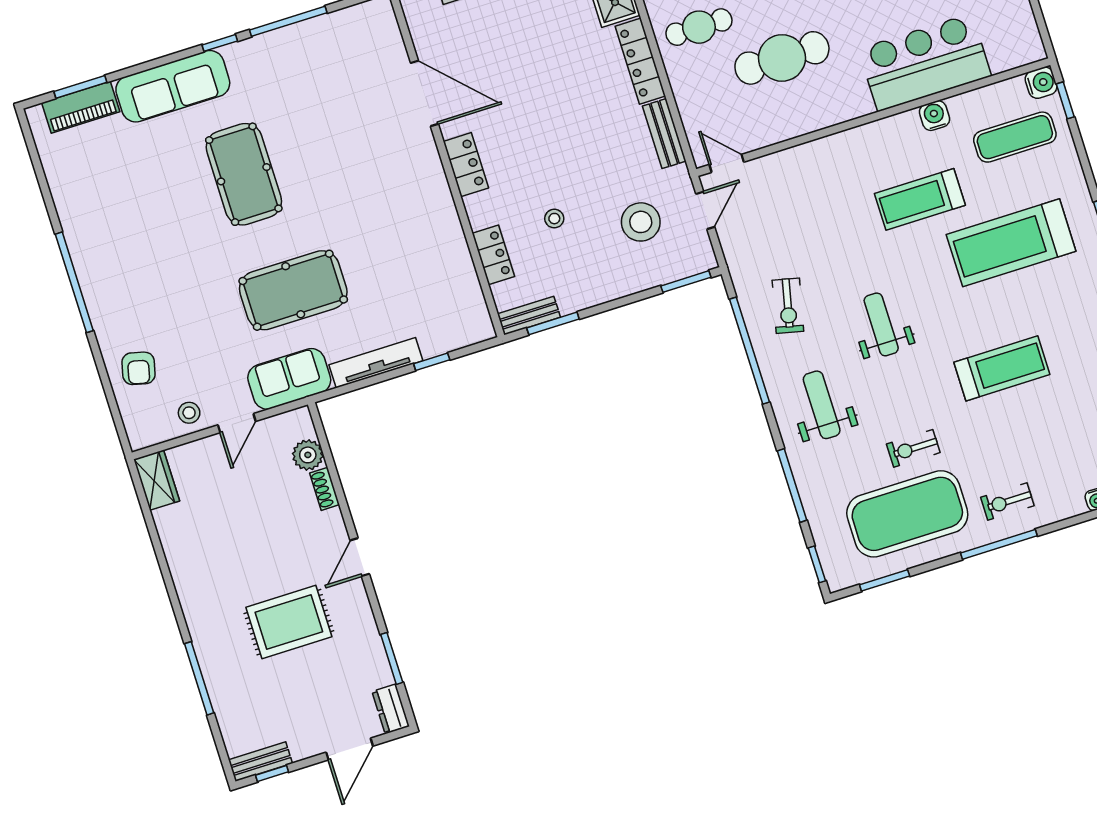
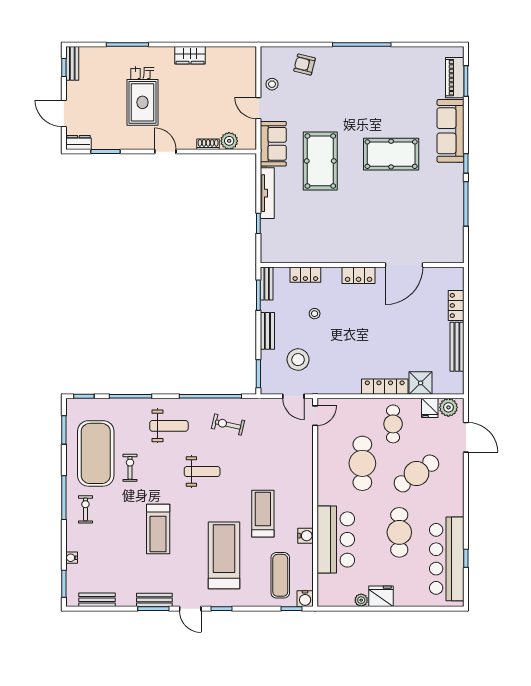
bench: (664, 134) -> (267, 331), moved, turned 90
wardrobe: (157, 480) -> (190, 55), moved

